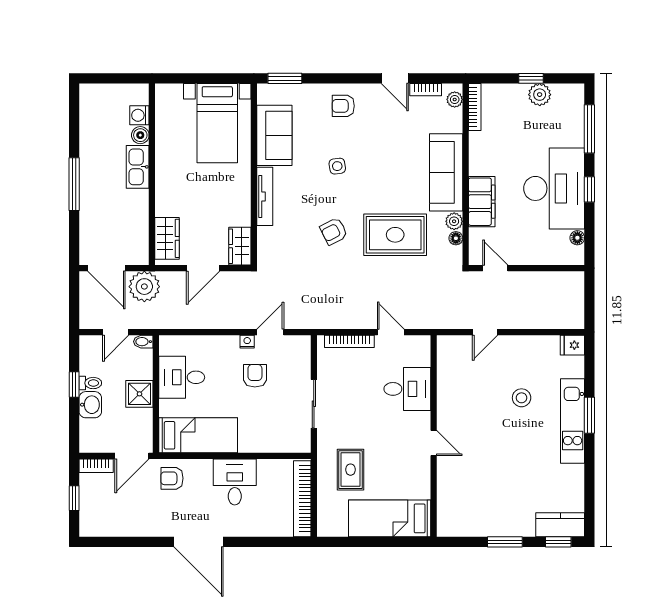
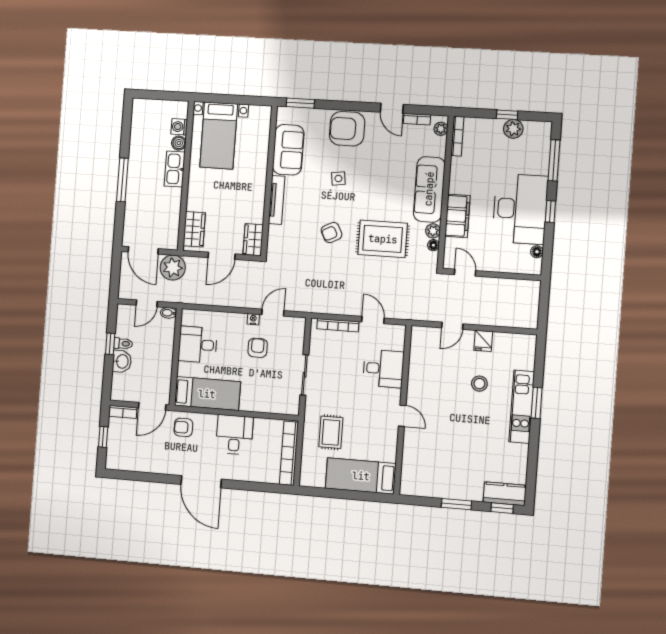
armchair: (343, 106) -> (347, 129), width x1.88, depth x1.88
bed with nightstands: (217, 123) -> (219, 135), moved
fridge: (572, 345) -> (483, 341), moved, turned -90
shower: (139, 394) -> (162, 356), removed

